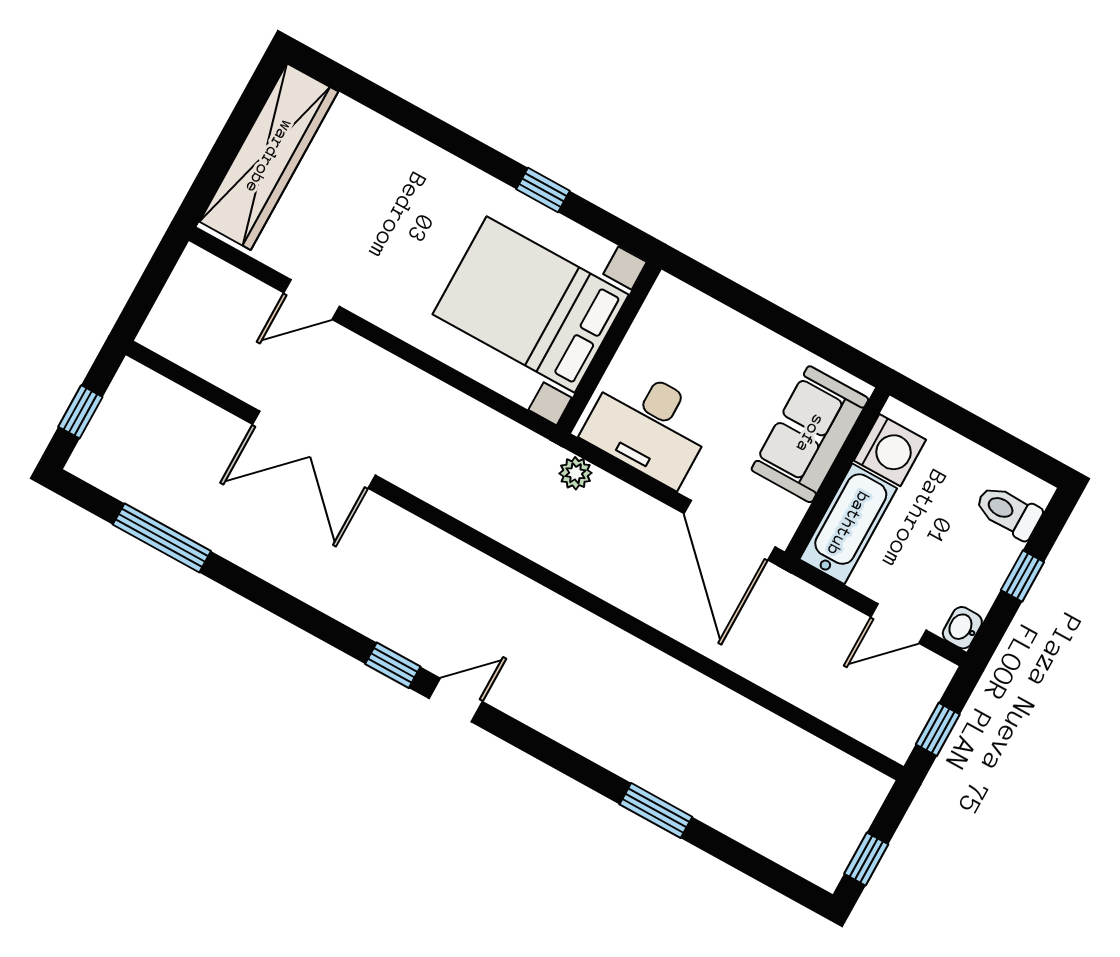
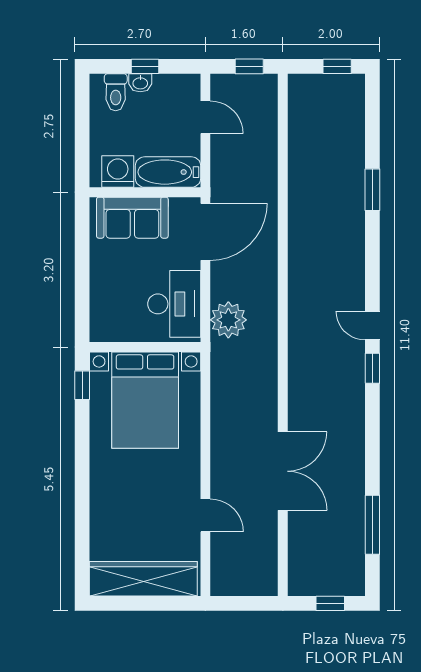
window: (543, 190) -> (82, 385), moved
plant: (576, 473) -> (228, 320), width x1.88, depth x1.88
washbasin: (962, 628) -> (140, 83), moved

